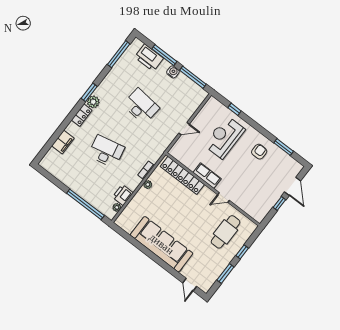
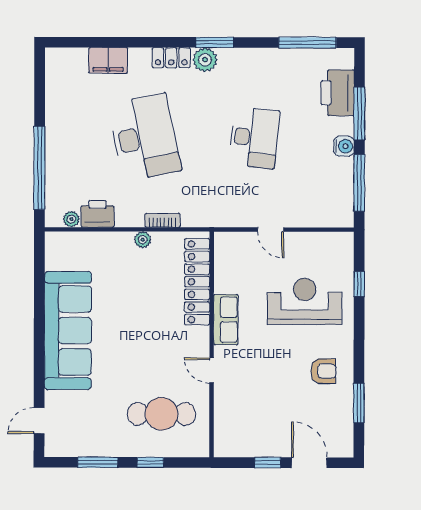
desk: (106, 151) -> (145, 137), width x1.36, depth x1.30
door: (293, 186) -> (309, 463), swing flipped

